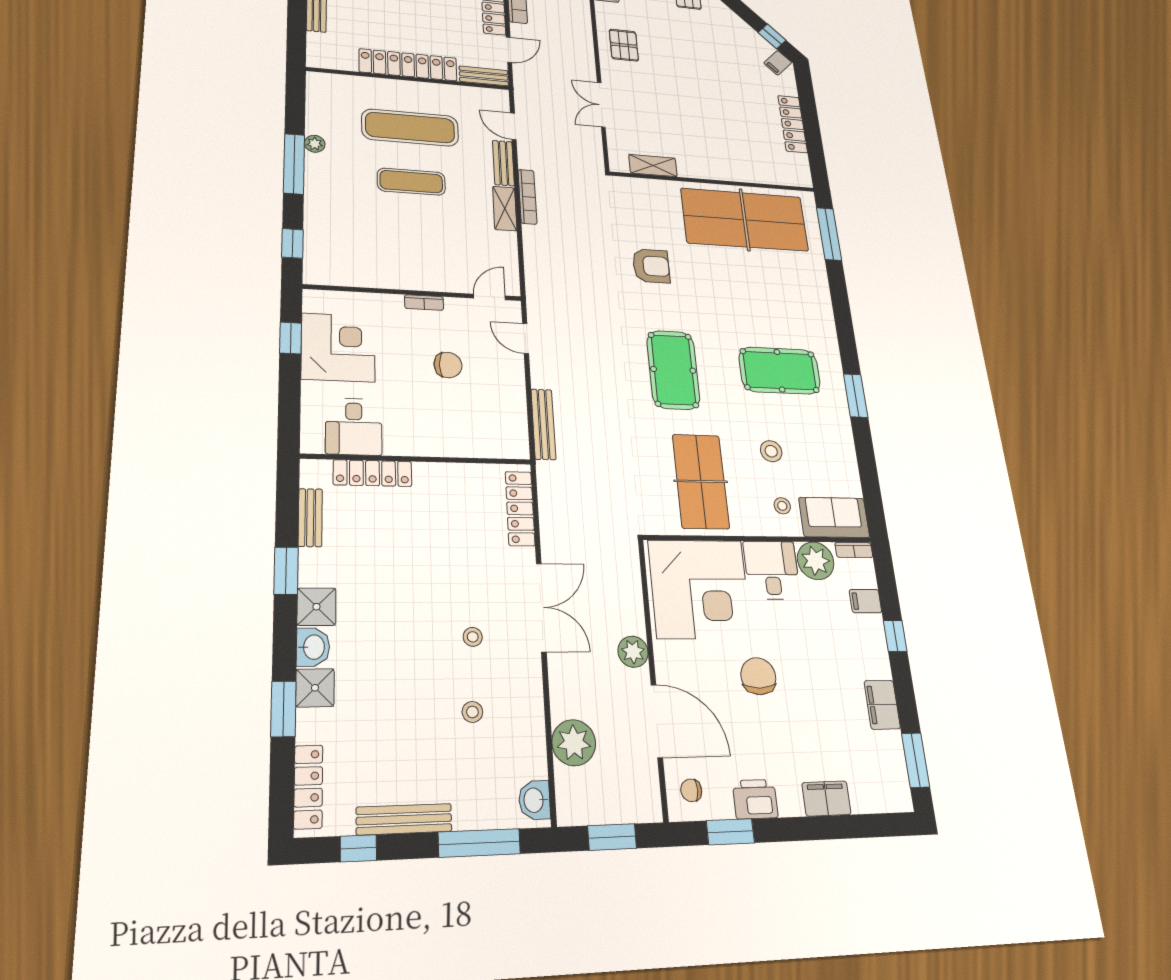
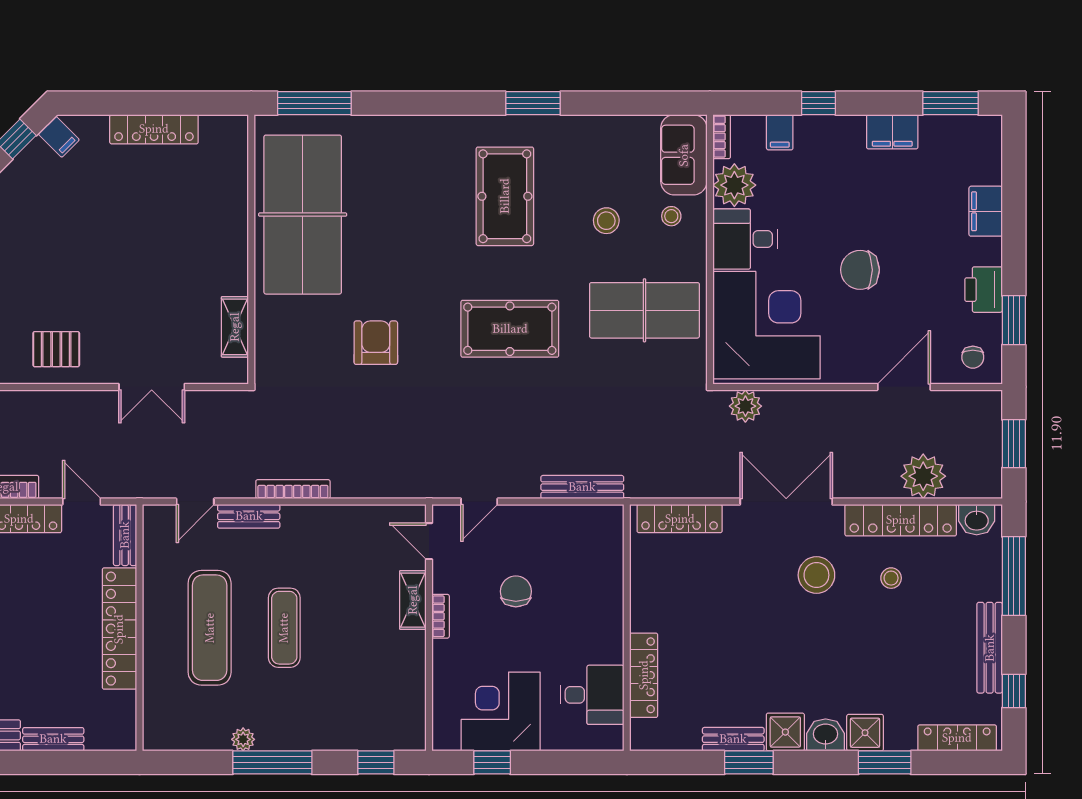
shelving: (505, 209) -> (413, 600), moved, turned 90
bench: (310, 518) -> (733, 739), moved
stool: (473, 637) -> (816, 575), width x1.89, depth x1.89
plant: (633, 652) -> (745, 406), moved
locker: (530, 721) -> (901, 520), added
door: (657, 721) -> (904, 387), width x0.73

